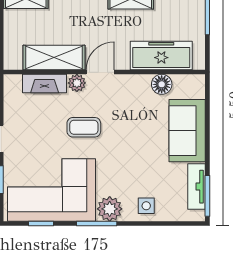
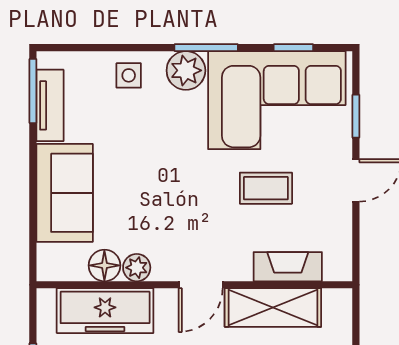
plant: (77, 83) -> (137, 268), moved
coffee table: (84, 127) -> (266, 188), moved

